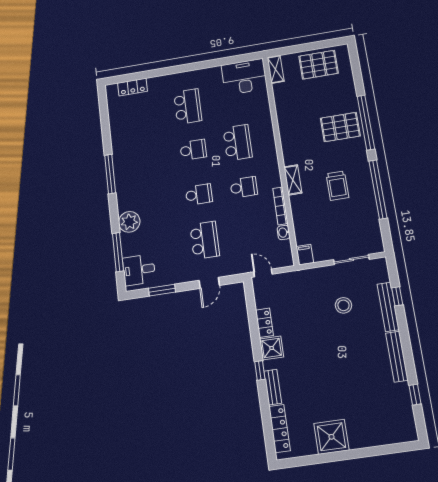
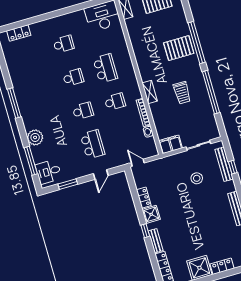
school desk: (188, 106) -> (64, 44), width x0.54
filing cabinet: (305, 255) -> (170, 144), width x2.00
bench: (388, 307) -> (224, 164), moved
locker: (365, 439) -> (222, 266), added

